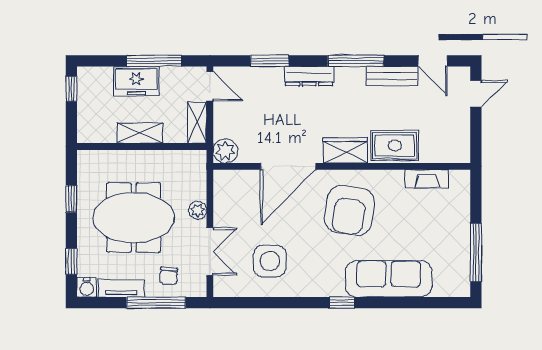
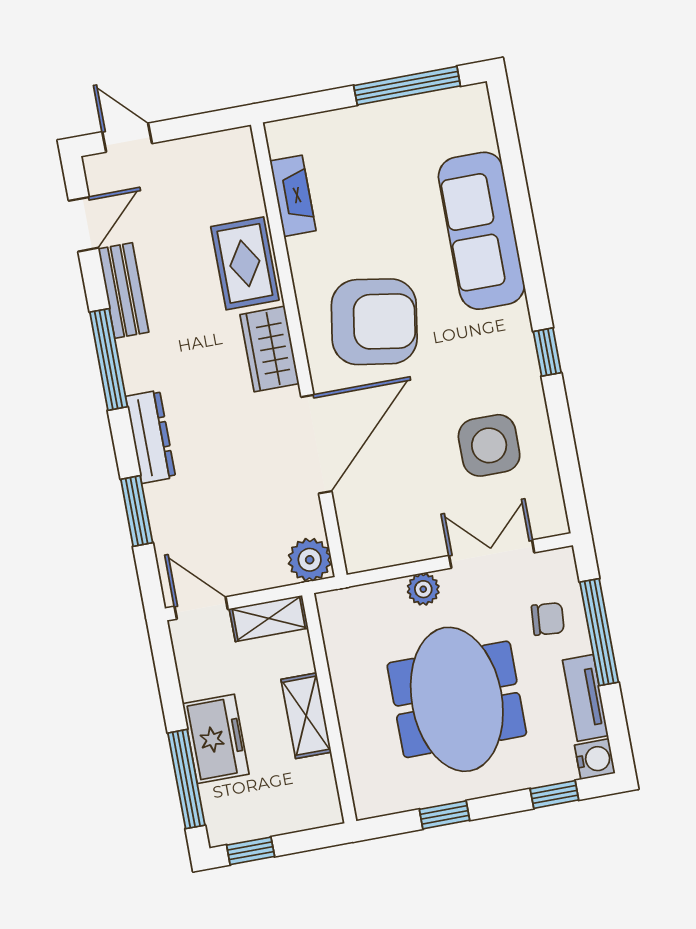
window: (154, 61) -> (186, 779), moved
door: (210, 86) -> (201, 608), hinge flipped
door: (288, 166) -> (316, 444), hinge flipped
window: (342, 303) -> (547, 352), moved

